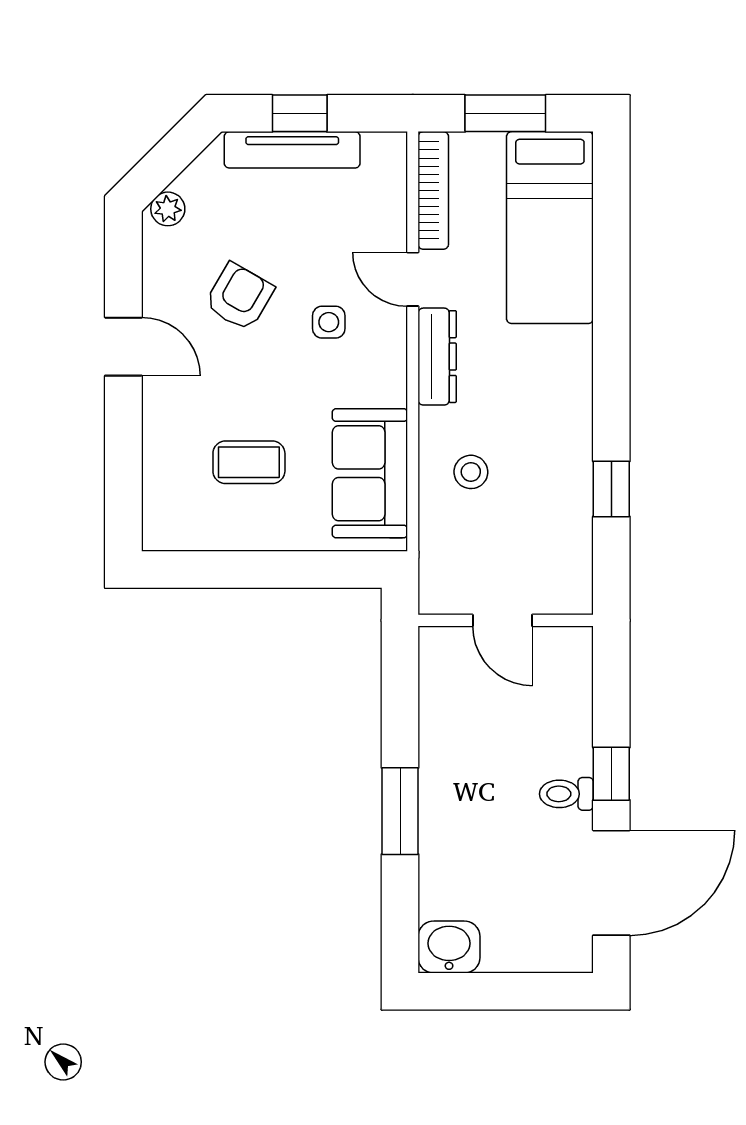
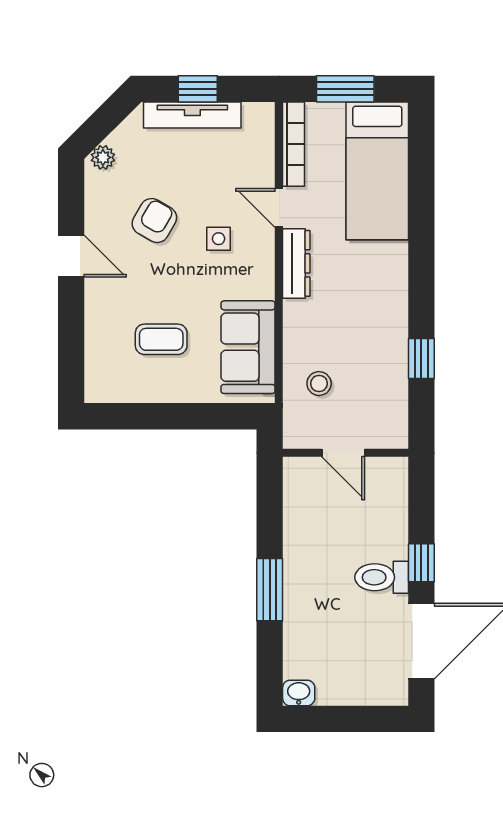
stool: (471, 472) -> (319, 384), moved
toilet: (566, 794) -> (382, 577), width x1.37, depth x1.39
washbasin: (449, 947) -> (299, 693), width x0.72, depth x0.69

